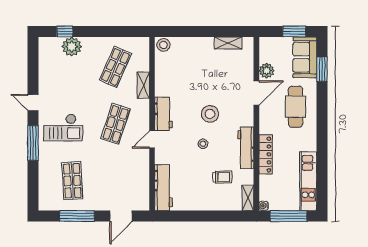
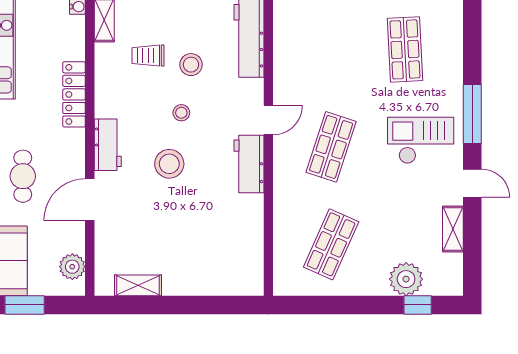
stool: (163, 45) -> (191, 65), moved
plant: (267, 71) -> (72, 267), moved
shelving: (143, 85) -> (453, 229), moved
cafe table: (296, 107) -> (23, 176), width x0.73, depth x0.74
workbench: (246, 148) -> (108, 145), moved, width x0.73

